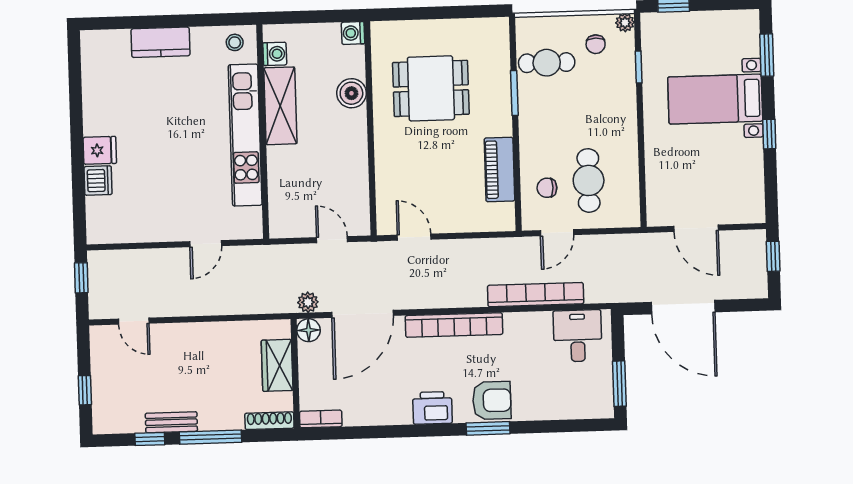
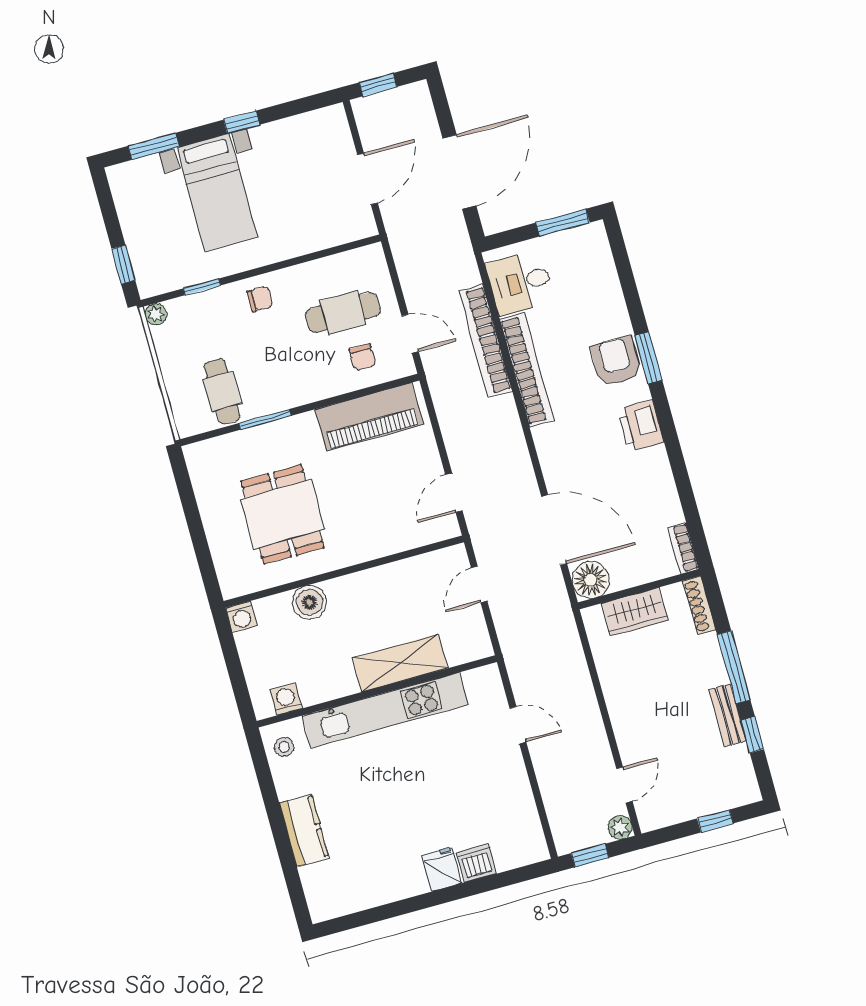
chair: (596, 44) -> (260, 299), moved
shelving: (280, 106) -> (400, 663), moved
piano: (499, 169) -> (369, 417), width x1.37, depth x1.33
plant: (308, 302) -> (620, 827), moved
bookcase: (454, 325) -> (527, 370), moved
floor lamp: (309, 330) -> (591, 580), width x1.38, depth x1.38

